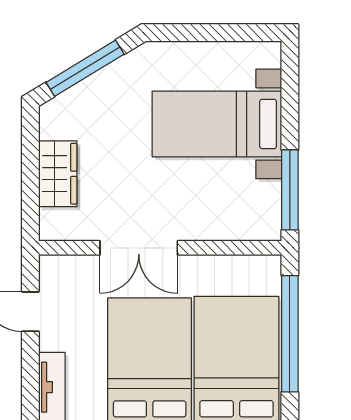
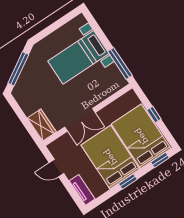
wardrobe: (58, 174) -> (42, 125), moved
window: (290, 334) -> (154, 115), width x0.32

